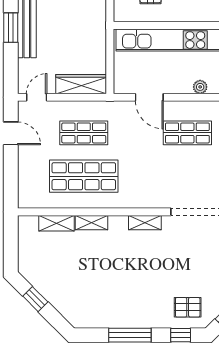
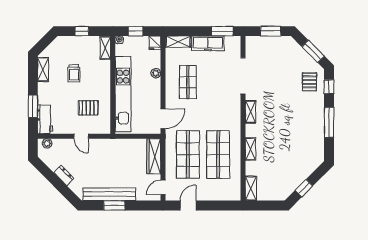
door: (37, 97) -> (163, 187), hinge flipped
door: (149, 97) -> (163, 119), moved
shop shelf: (84, 133) -> (188, 154), width x1.43, depth x1.36
shelving: (56, 223) -> (251, 188), moved

